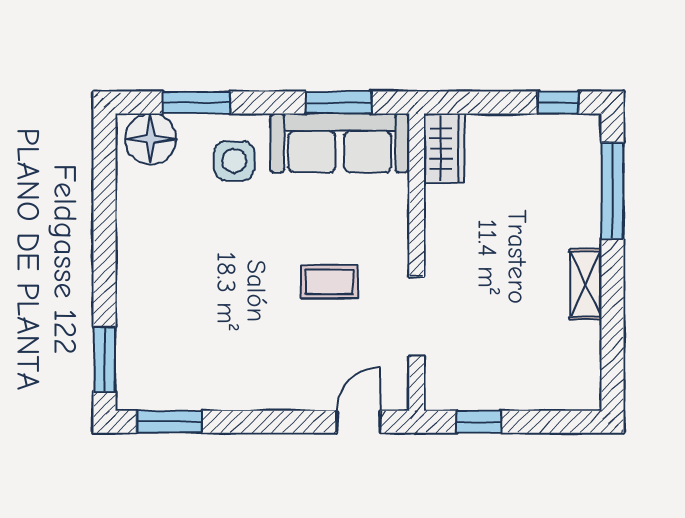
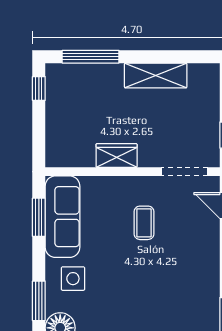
wardrobe: (444, 148) -> (117, 155), moved
shelving: (586, 284) -> (156, 75), width x1.50, depth x1.33
doorway: (417, 316) -> (185, 172), moved

